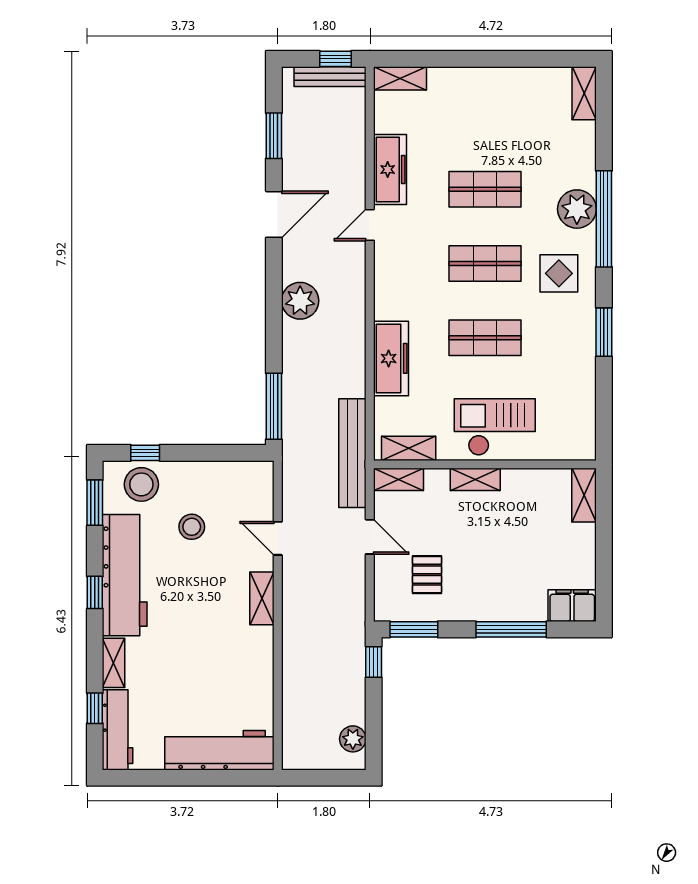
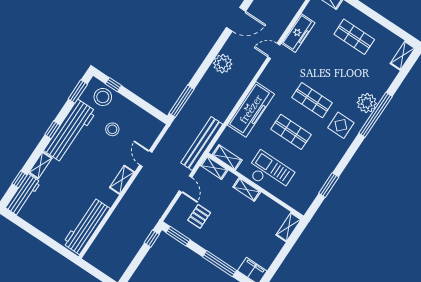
shop shelf: (485, 189) -> (354, 37), moved
window: (604, 332) -> (329, 185), moved
freezer: (391, 358) -> (251, 109), width x1.36, depth x1.26
plant: (353, 739) -> (121, 266), removed
workbench: (219, 750) -> (86, 226), moved, turned -90

